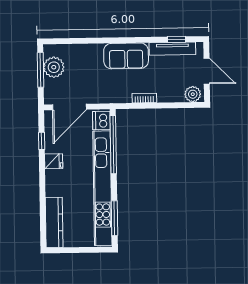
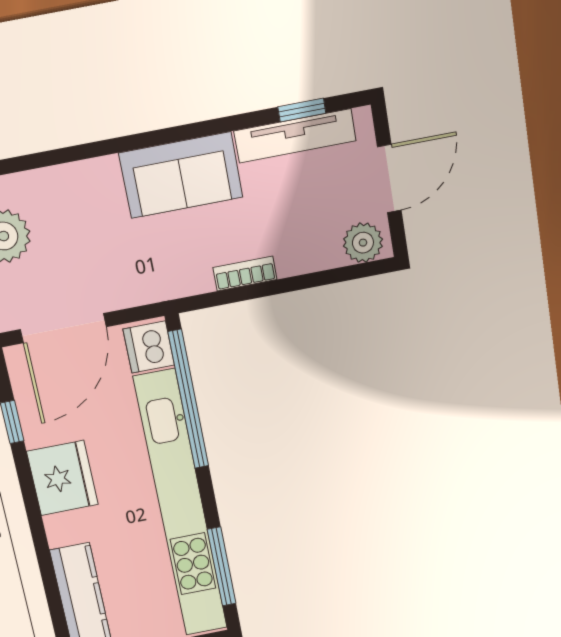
door: (207, 71) -> (389, 179), hinge flipped
fridge: (54, 161) -> (62, 478), width x1.88, depth x1.34

